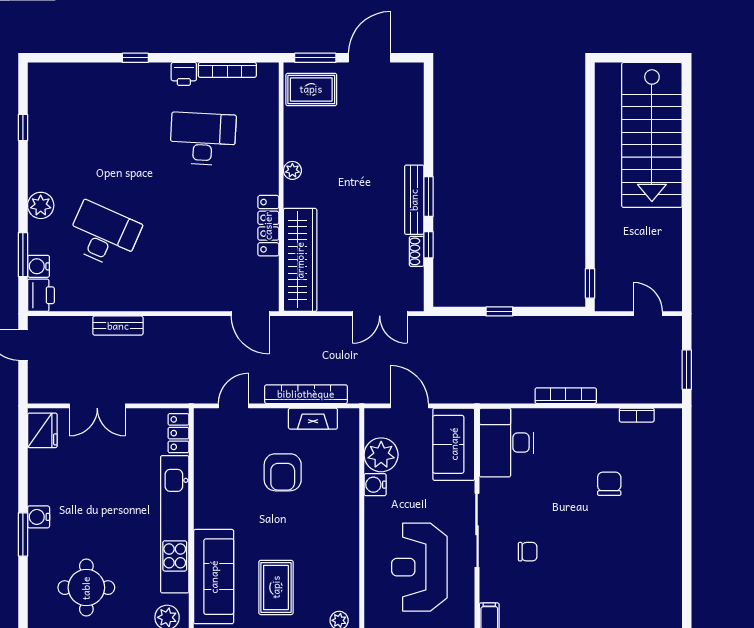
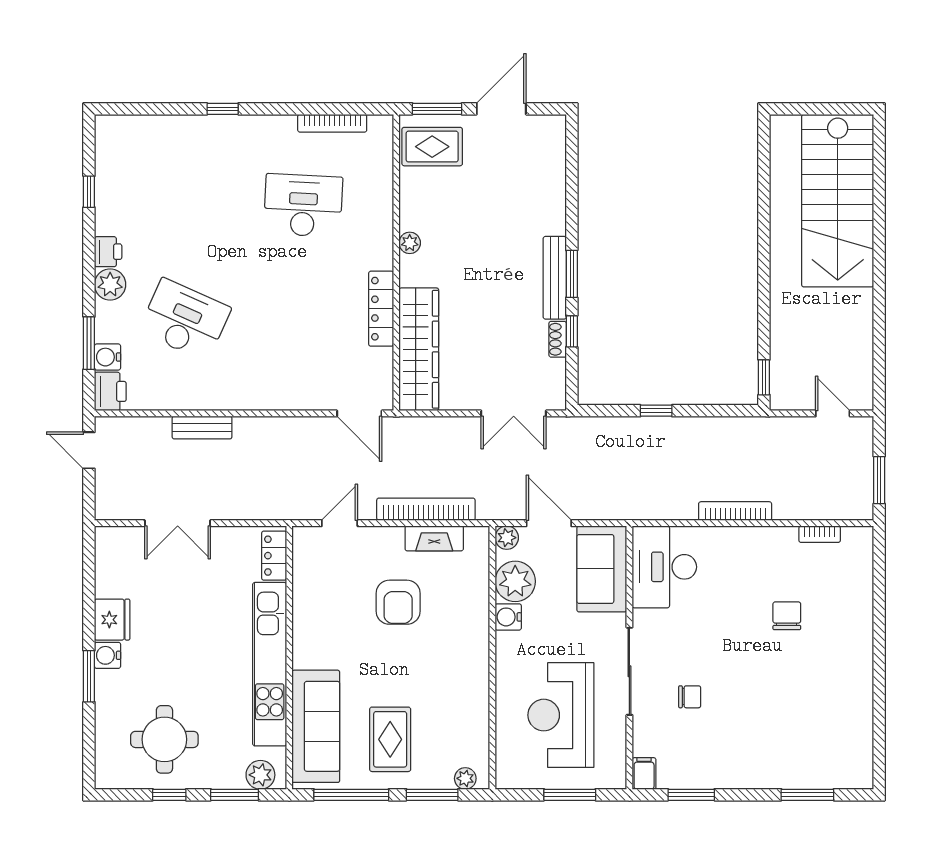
printer: (184, 74) -> (108, 252), moved, turned -90
plant: (374, 418) -> (507, 538), added
fridge: (42, 430) -> (112, 620), moved

